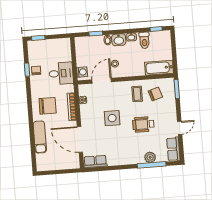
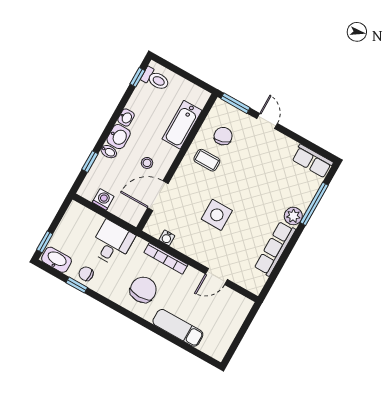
toilet: (144, 40) -> (155, 79), moved
washbasin: (33, 50) -> (56, 260), added
bathtub: (159, 68) -> (182, 125), moved
washing machine: (82, 72) -> (103, 199), moved
door: (102, 81) -> (158, 196), hinge flipped
wheelchair: (143, 124) -> (253, 179), removed
door: (180, 128) -> (267, 121), moved
door: (80, 139) -> (216, 277), width x0.53
plant: (150, 157) -> (293, 216), moved
row of seats: (95, 162) -> (275, 249), moved, width x1.48

